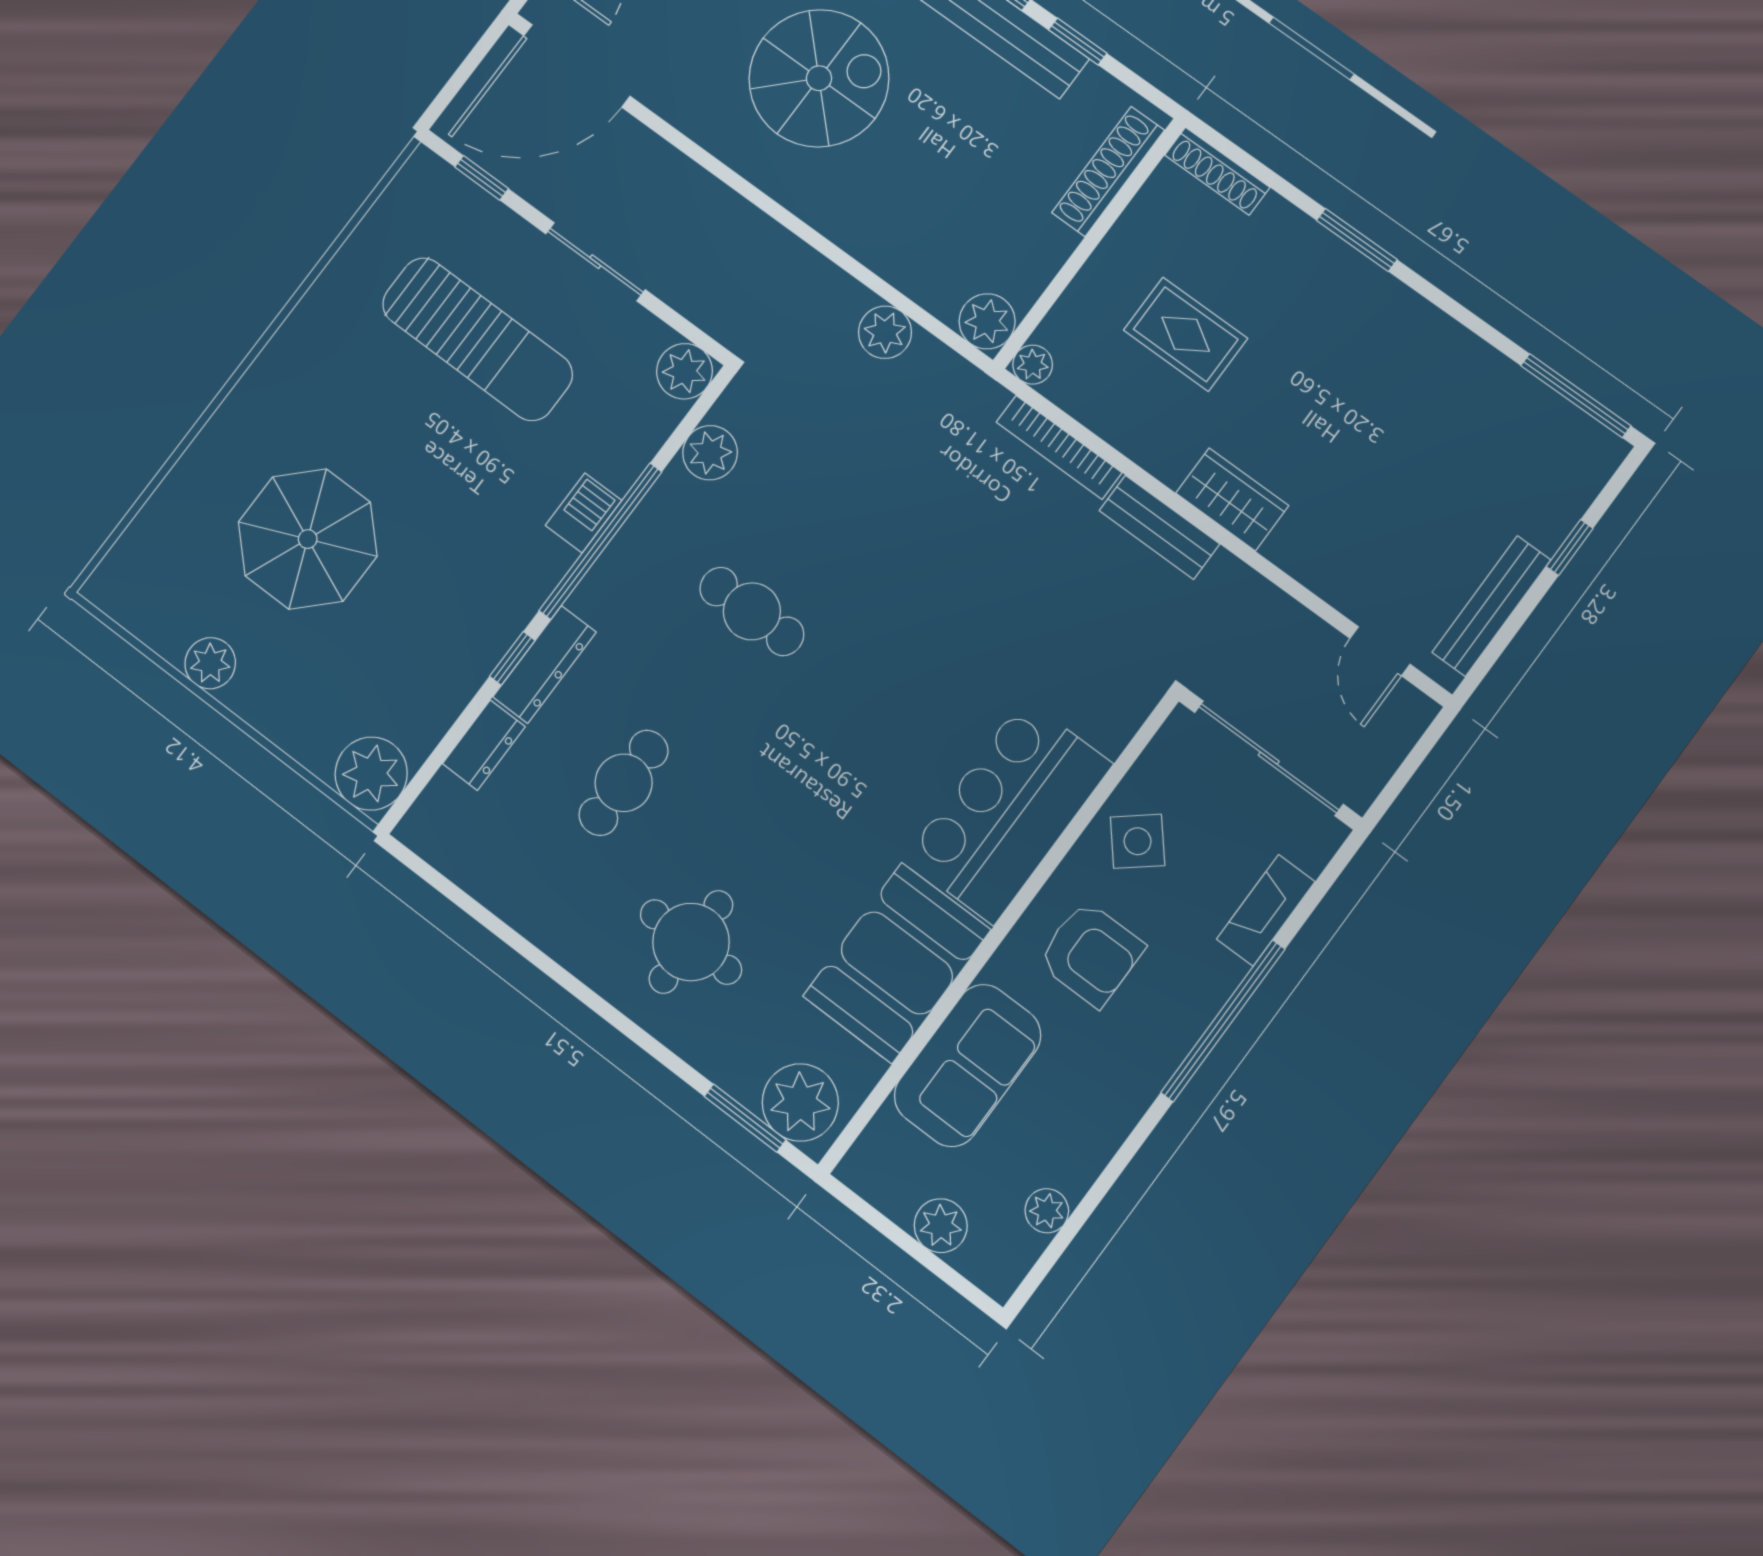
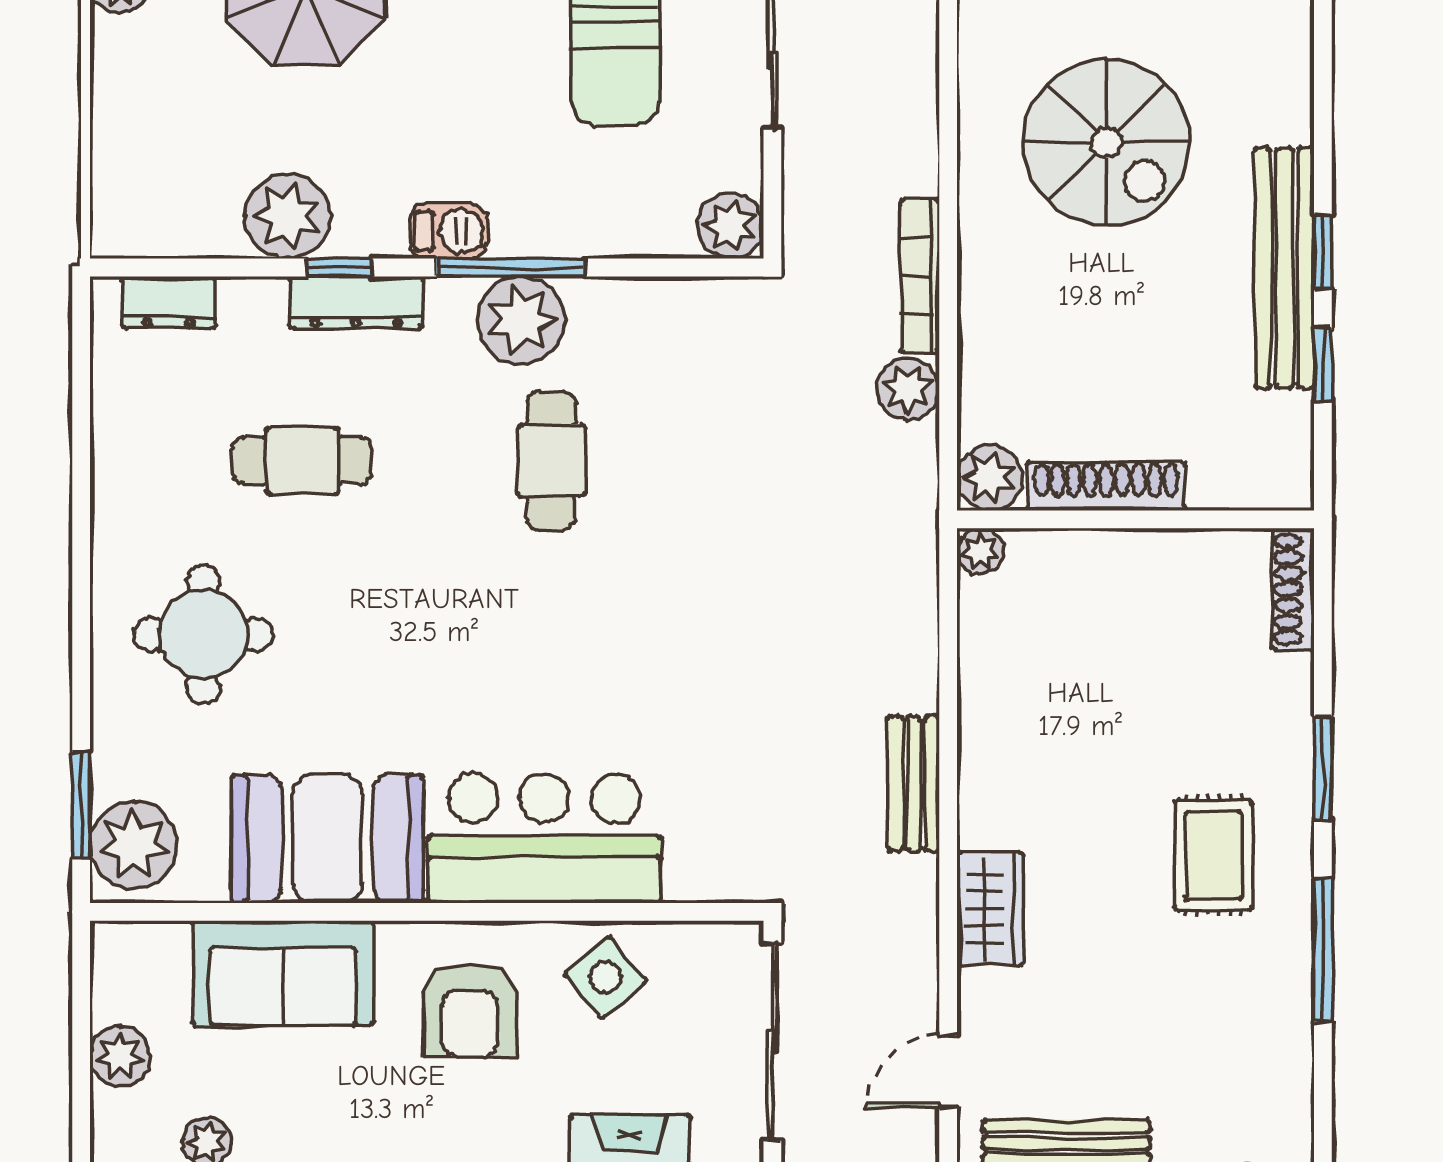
shoe rack: (1108, 171) -> (1106, 486), moved
rug: (1186, 334) -> (1213, 855), moved
window: (1576, 396) -> (1323, 950), moved
bookcase: (1059, 447) -> (920, 276), moved
plant: (710, 453) -> (521, 320), moved, width x1.36, depth x1.36
wardrobe: (1232, 499) -> (990, 909), moved
barbecue: (583, 513) -> (449, 231), moved
window: (600, 541) -> (511, 268), width x0.68
dresser: (484, 745) -> (169, 302), moved
plant: (371, 774) -> (287, 216), moved

